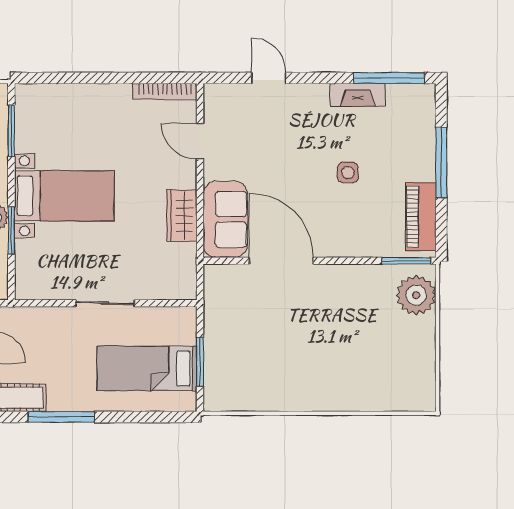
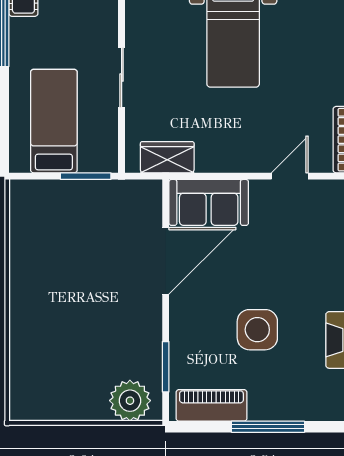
side table: (348, 173) -> (257, 330), width x1.87, depth x1.87
wardrobe: (182, 216) -> (167, 157), moved
window: (406, 261) -> (166, 367), moved
window: (200, 362) -> (86, 176), moved

